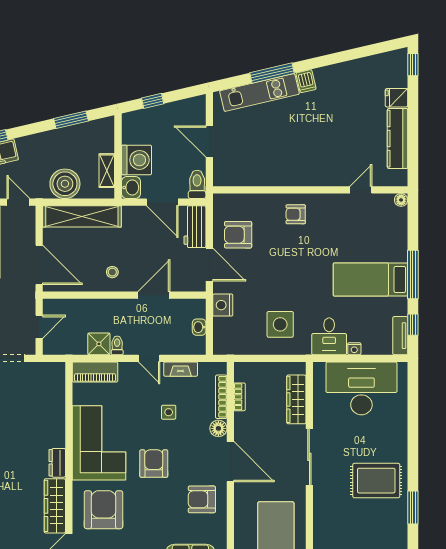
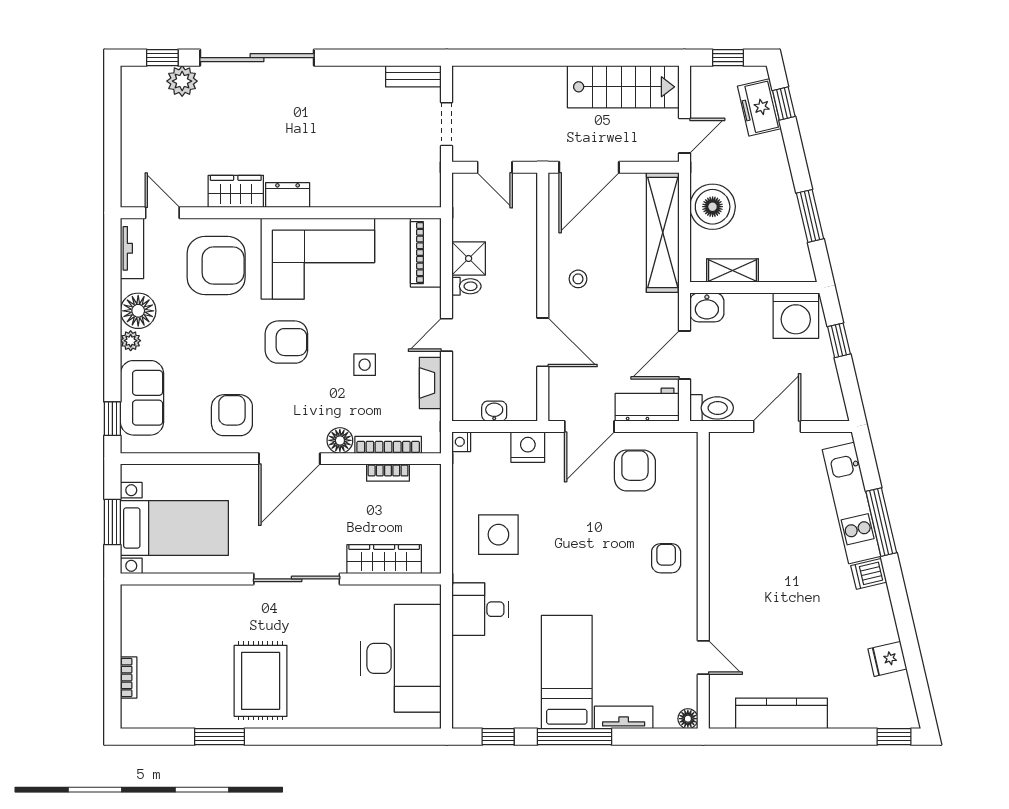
fridge: (396, 98) -> (887, 659), moved, turned -103
washing machine: (136, 160) -> (796, 316), moved
tv unit: (400, 336) -> (624, 717), moved
nightstand: (354, 349) -> (461, 442), moved
wardrobe: (55, 506) -> (236, 191), width x0.67

